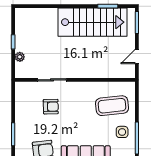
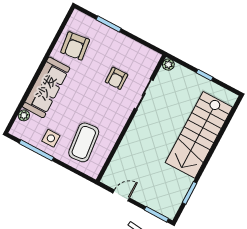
stairs: (92, 22) -> (199, 135), moved
door: (137, 56) -> (121, 195), hinge flipped
plant: (20, 57) -> (168, 65), moved

